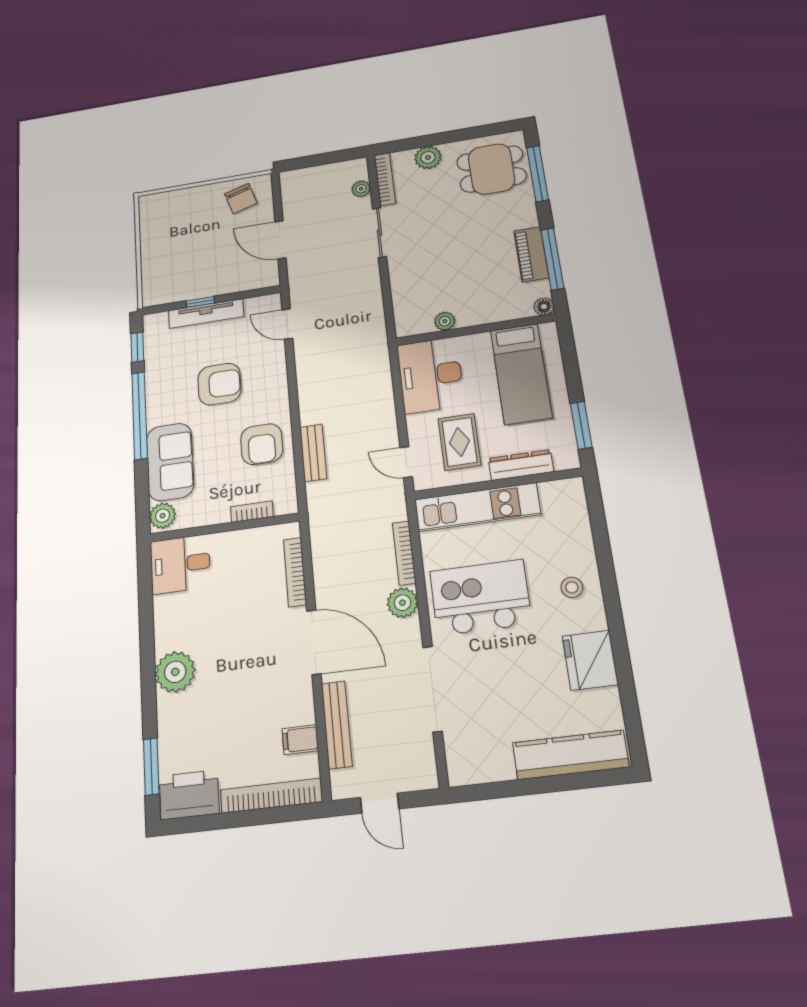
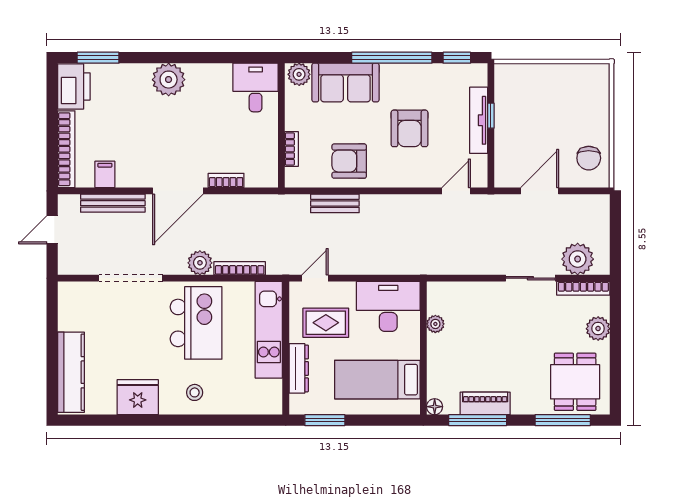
plant: (361, 189) -> (578, 259), width x1.87, depth x1.87
chair: (241, 199) -> (589, 158), turned -73
bookcase: (295, 572) -> (226, 180), width x0.64

